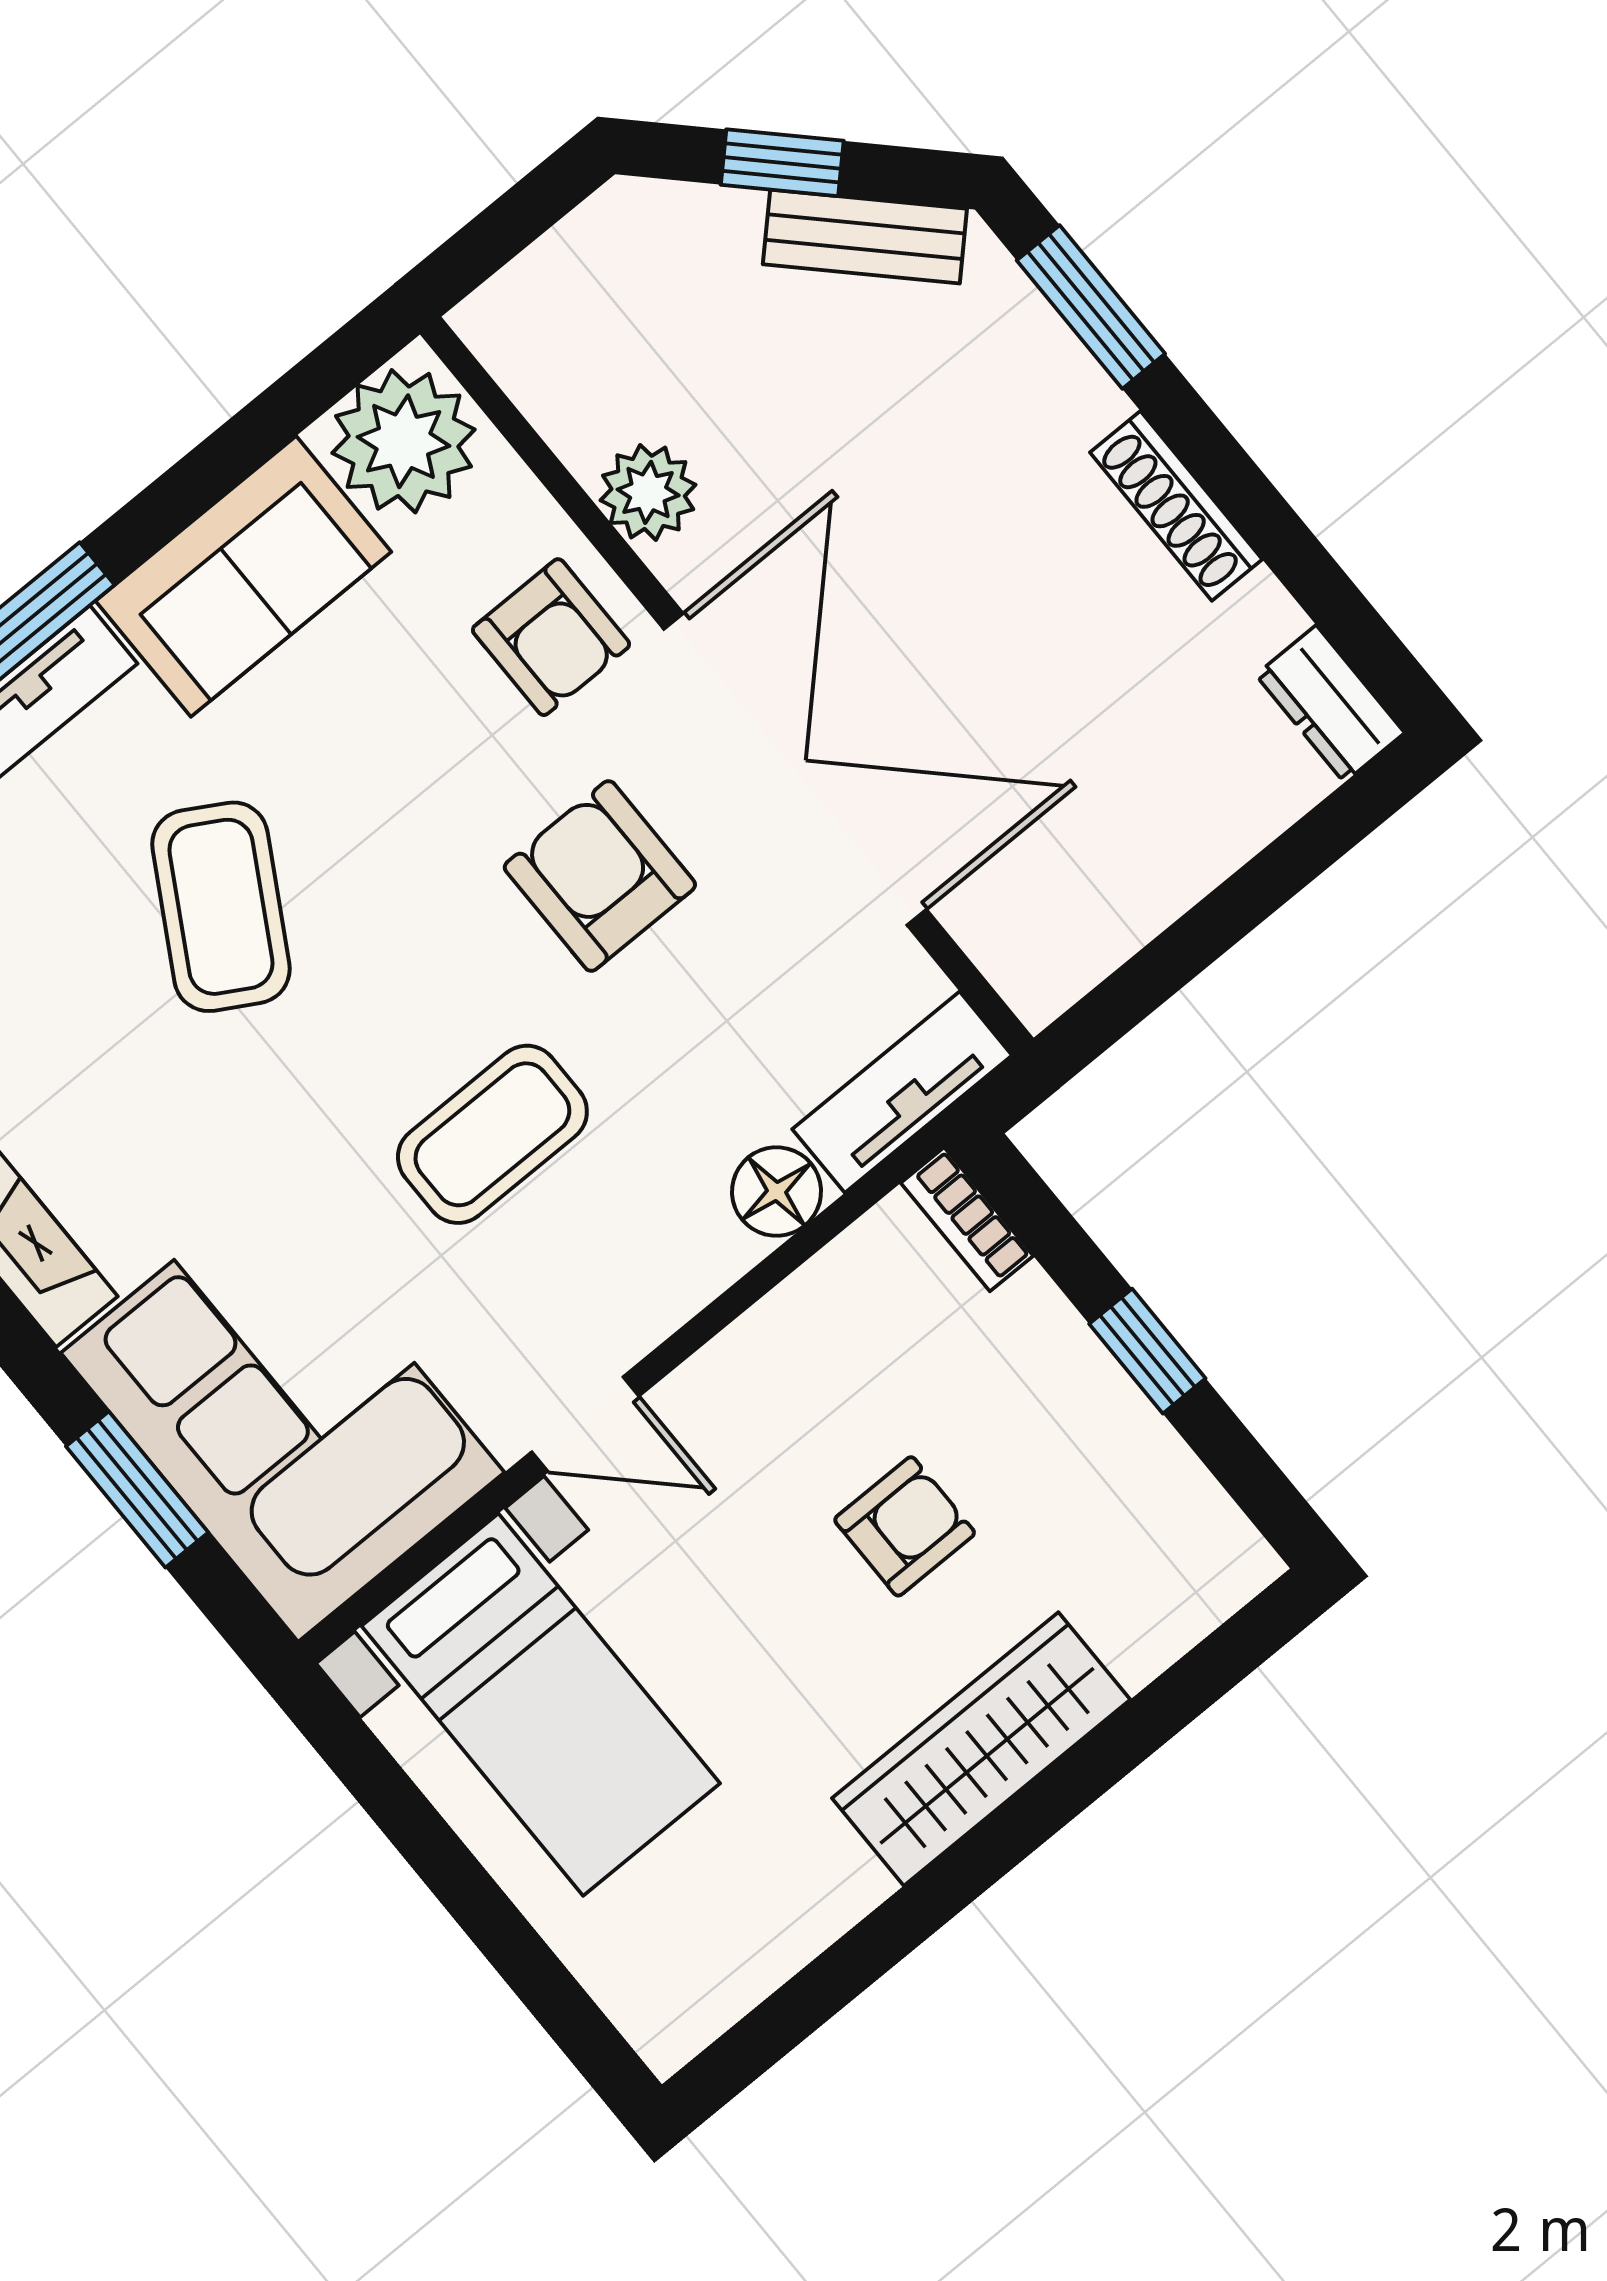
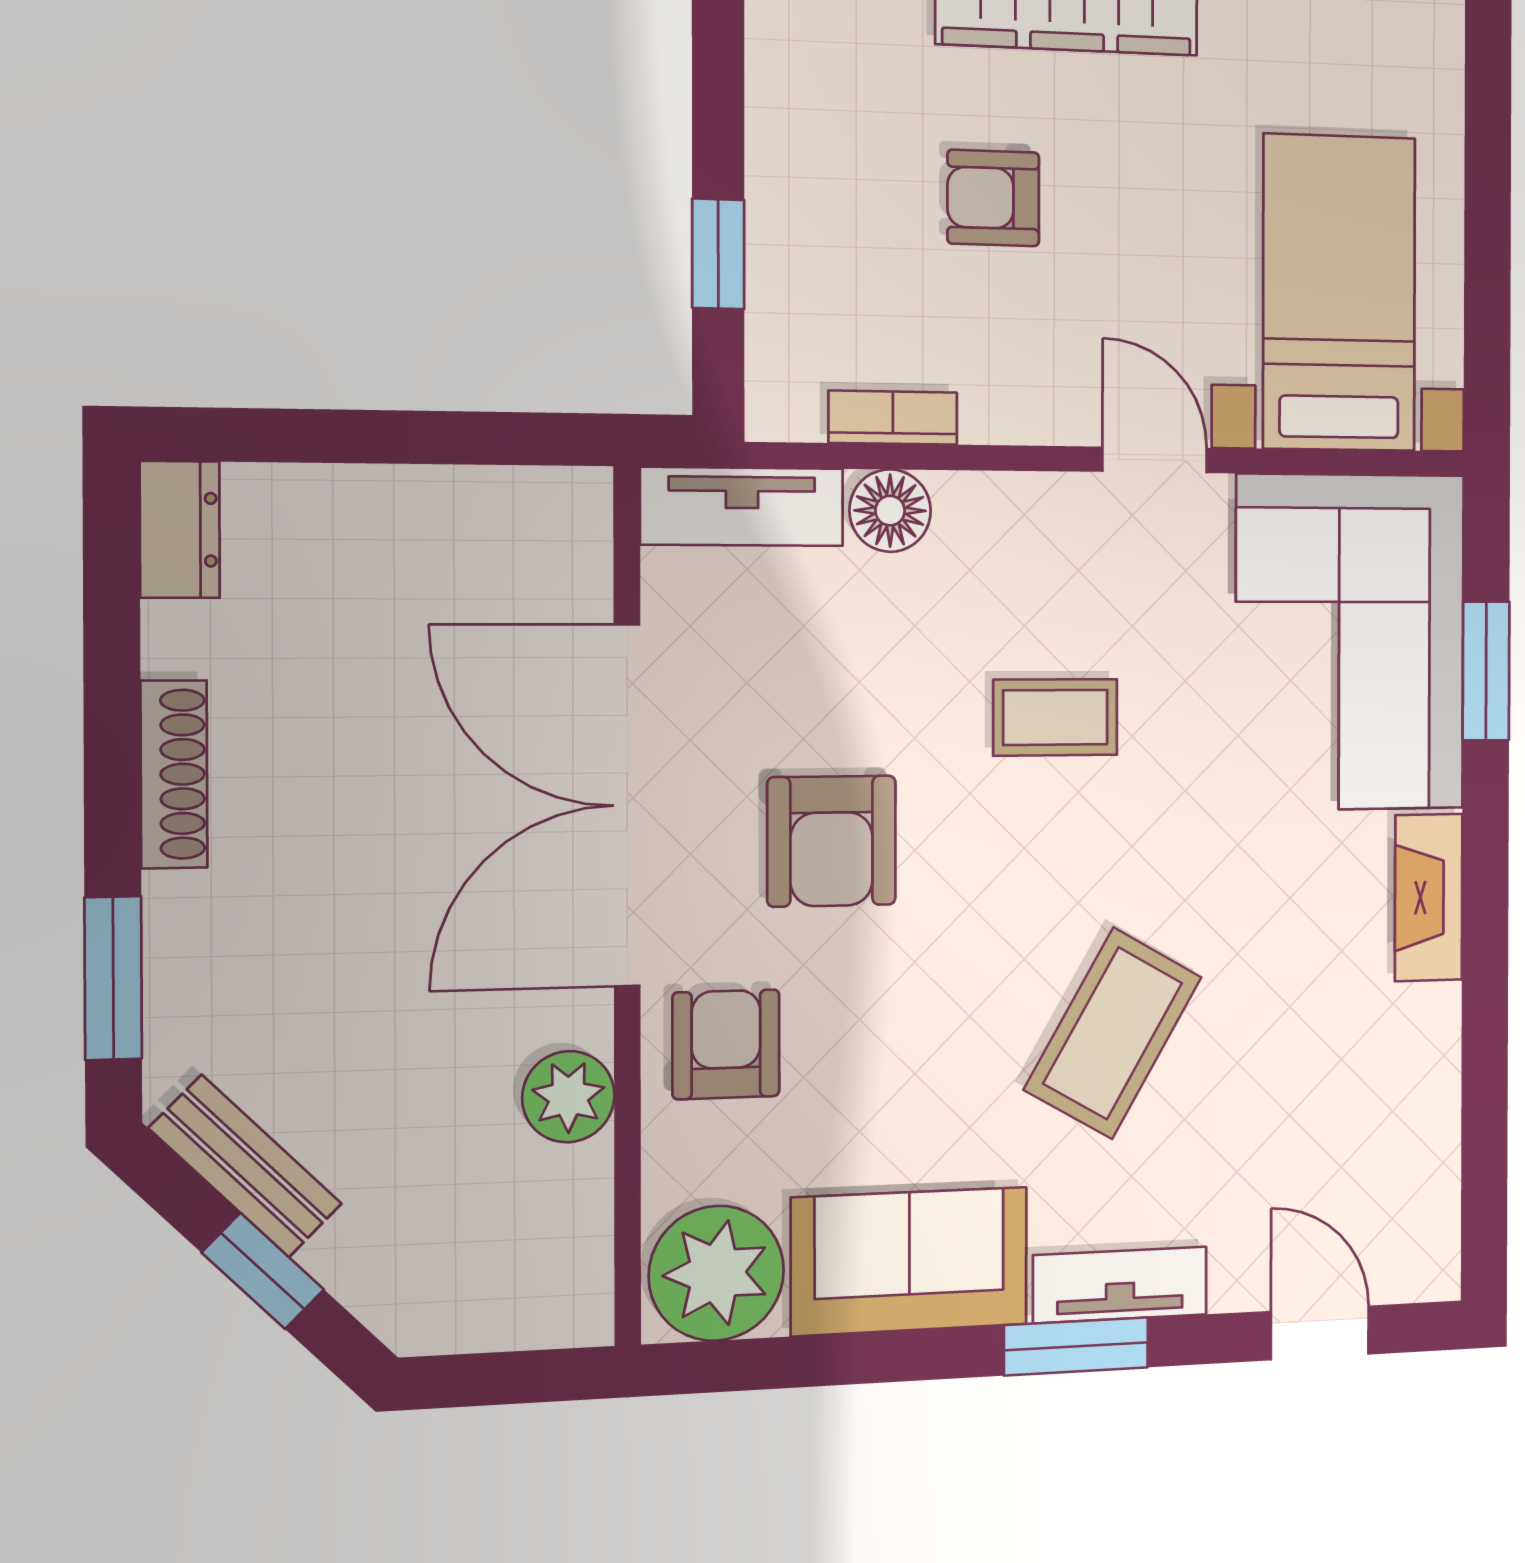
coffee table: (492, 1134) -> (1055, 717), width x0.73, depth x0.77
bookcase: (967, 1219) -> (893, 418), moved, turned -90
window: (1147, 1351) -> (718, 254), moved

